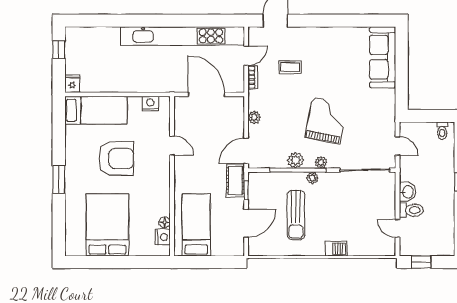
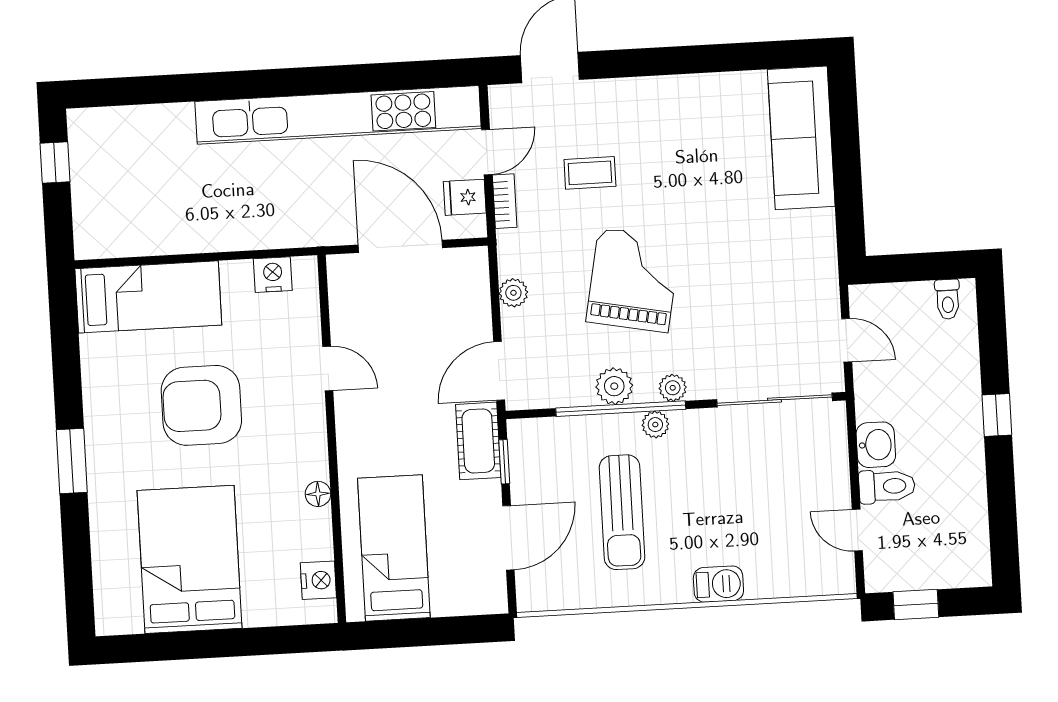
fridge: (72, 84) -> (465, 197), moved, turned -90
grand piano: (326, 120) -> (633, 280), moved
armchair: (116, 158) -> (201, 405), turned 180
floor lamp: (165, 222) -> (318, 494), moved

